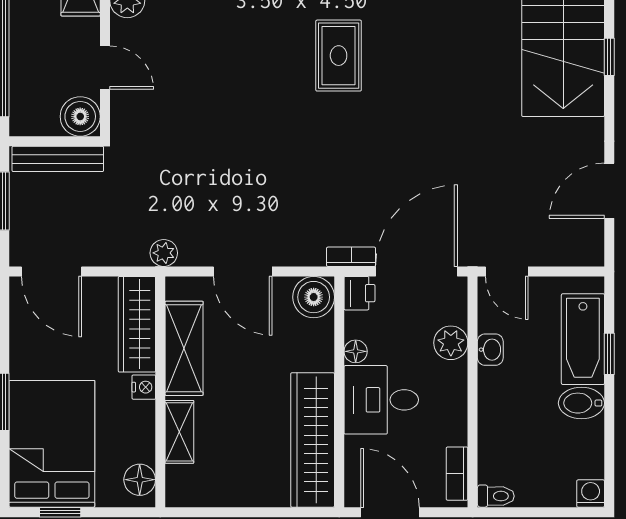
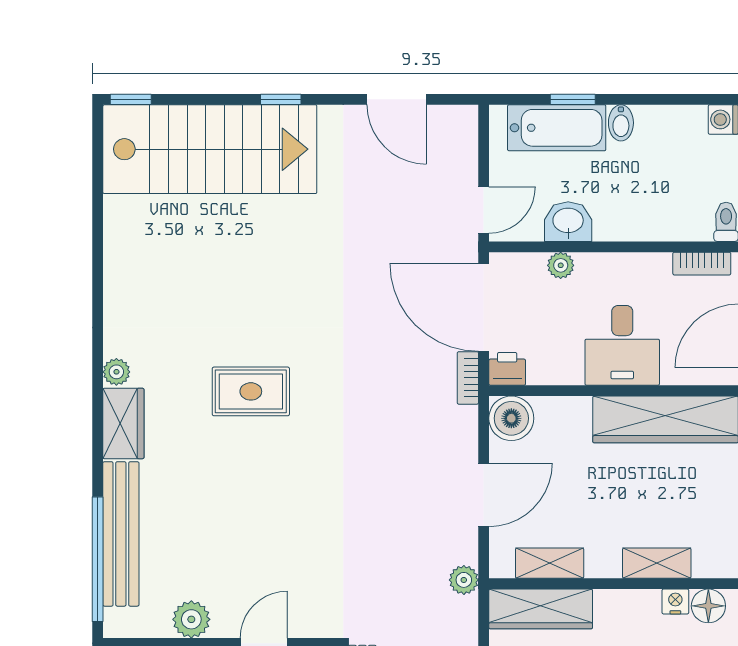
window: (609, 57) -> (281, 99), moved
plant: (451, 343) -> (561, 265), width x0.73, depth x0.73
shelving: (184, 348) -> (550, 563), width x0.67, depth x0.75
washbasin: (490, 350) -> (568, 222), width x1.38, depth x1.45
floor lamp: (356, 351) -> (570, 373), removed
nightstand: (144, 387) -> (675, 602), moved
bidet: (581, 403) -> (621, 123), width x0.72, depth x0.74

